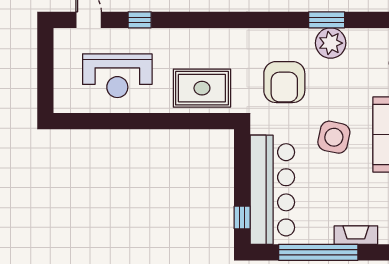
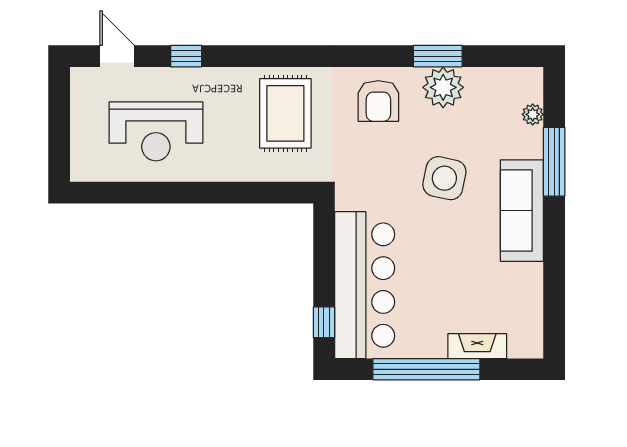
armchair: (284, 82) -> (378, 101), moved, width x0.73, depth x0.73
rug: (202, 88) -> (285, 113), moved, turned 90
side table: (334, 137) -> (444, 178), moved

